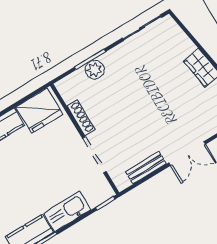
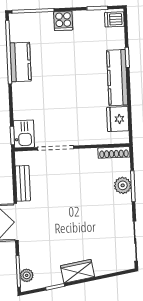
fridge: (39, 111) -> (118, 119), width x0.73, depth x0.75
shoe rack: (81, 118) -> (114, 152), moved
kitchen sink: (67, 211) -> (24, 134), moved, width x0.73

